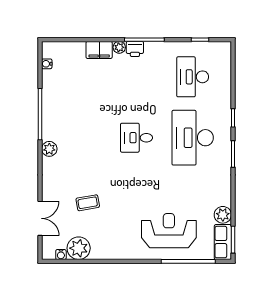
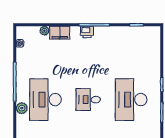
plant: (119, 47) -> (44, 31), moved
desk: (193, 77) -> (45, 100), moved, width x1.36, depth x1.30

